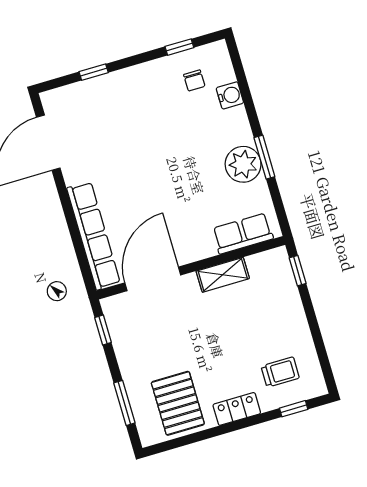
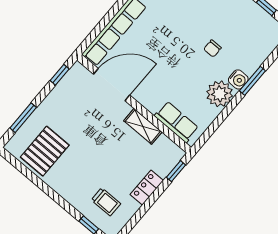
chair: (194, 80) -> (212, 48), moved
water cooler: (230, 95) -> (238, 79), moved
window: (264, 157) -> (252, 81), moved
locker: (237, 409) -> (147, 188), moved, turned -90

